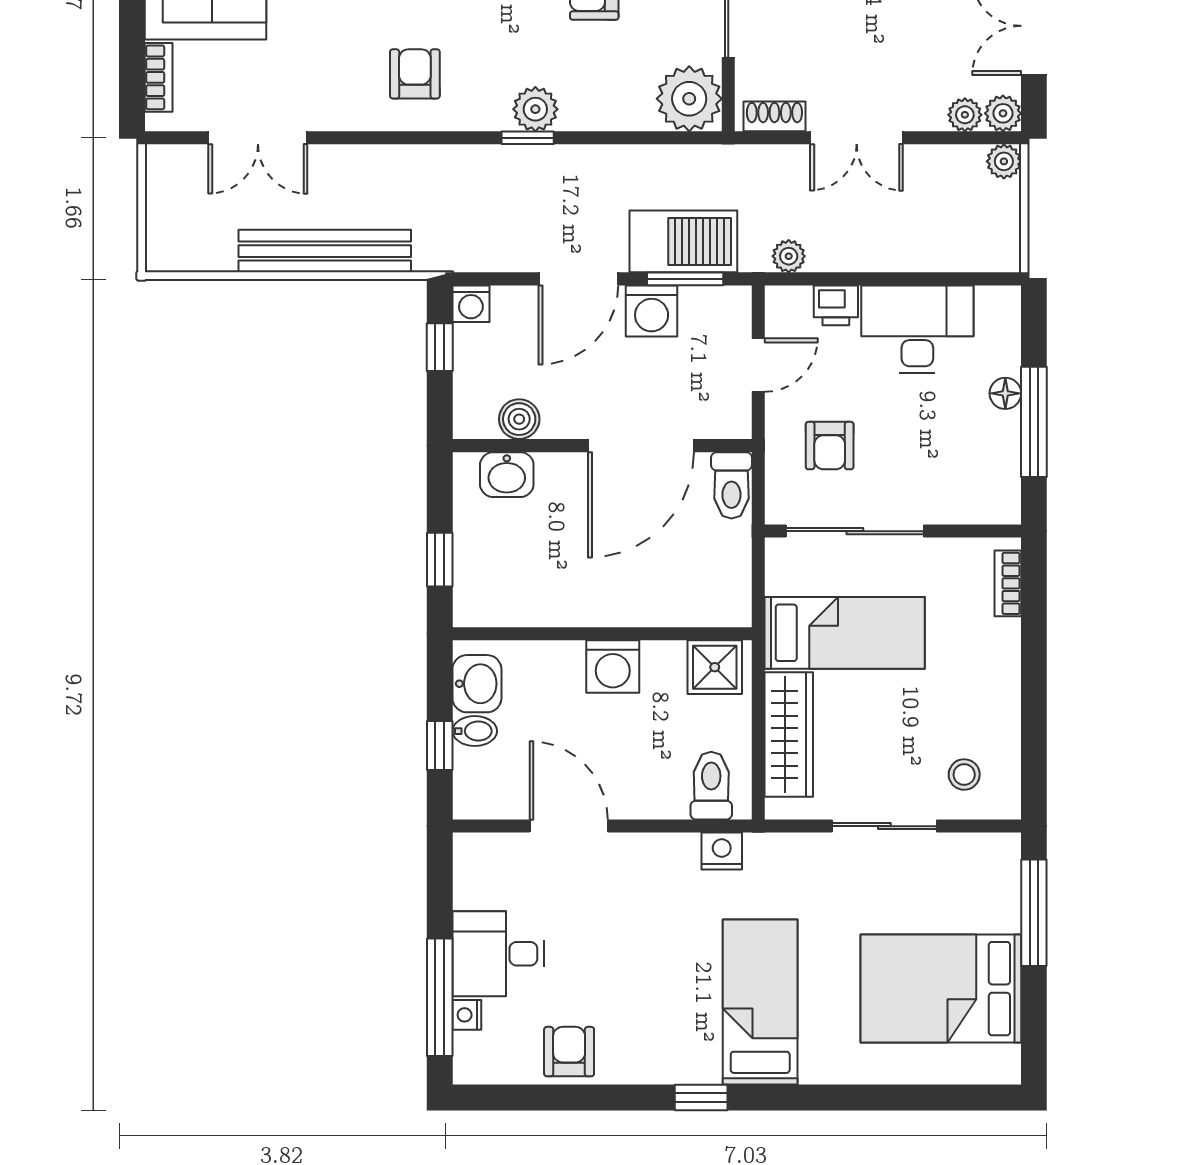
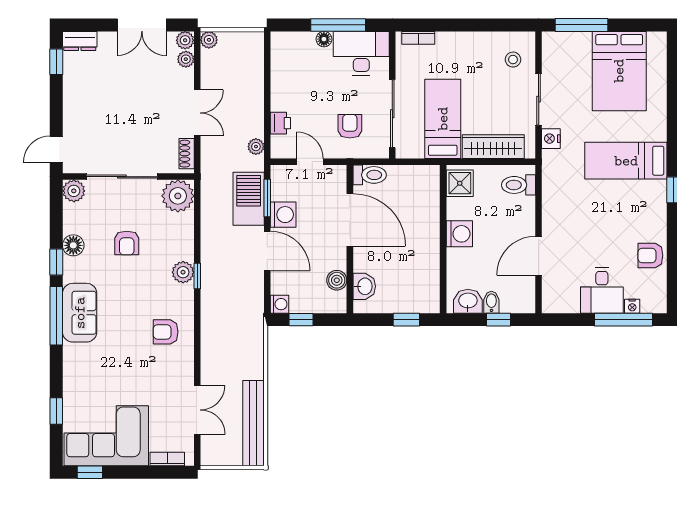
bench: (325, 251) -> (253, 423), moved
desk: (917, 329) -> (361, 53), moved, turned 90
armchair: (830, 446) -> (350, 126), turned -90
nightstand: (722, 851) -> (551, 139), moved

